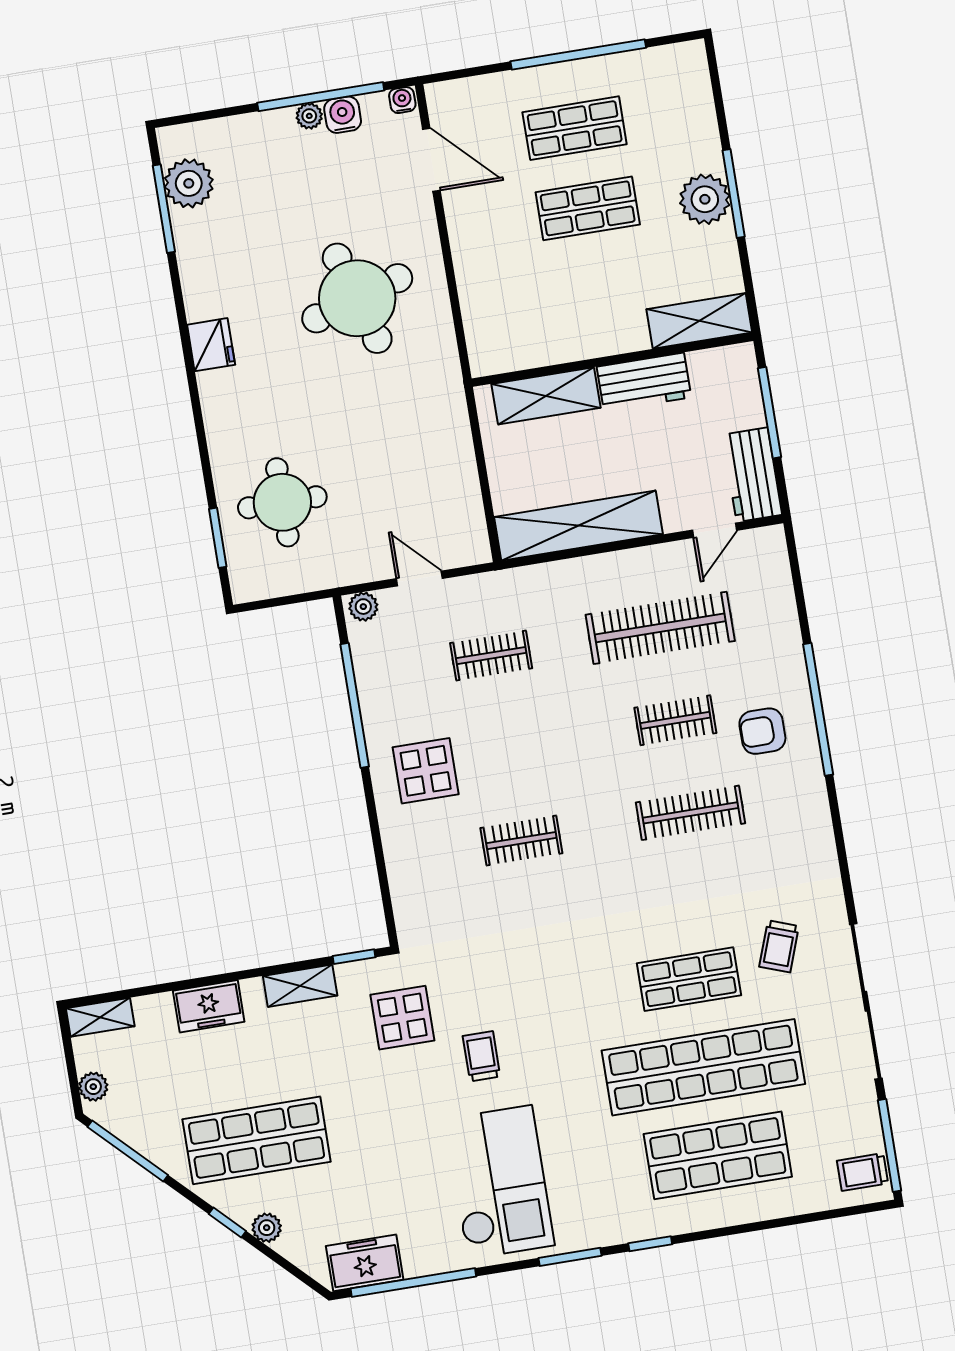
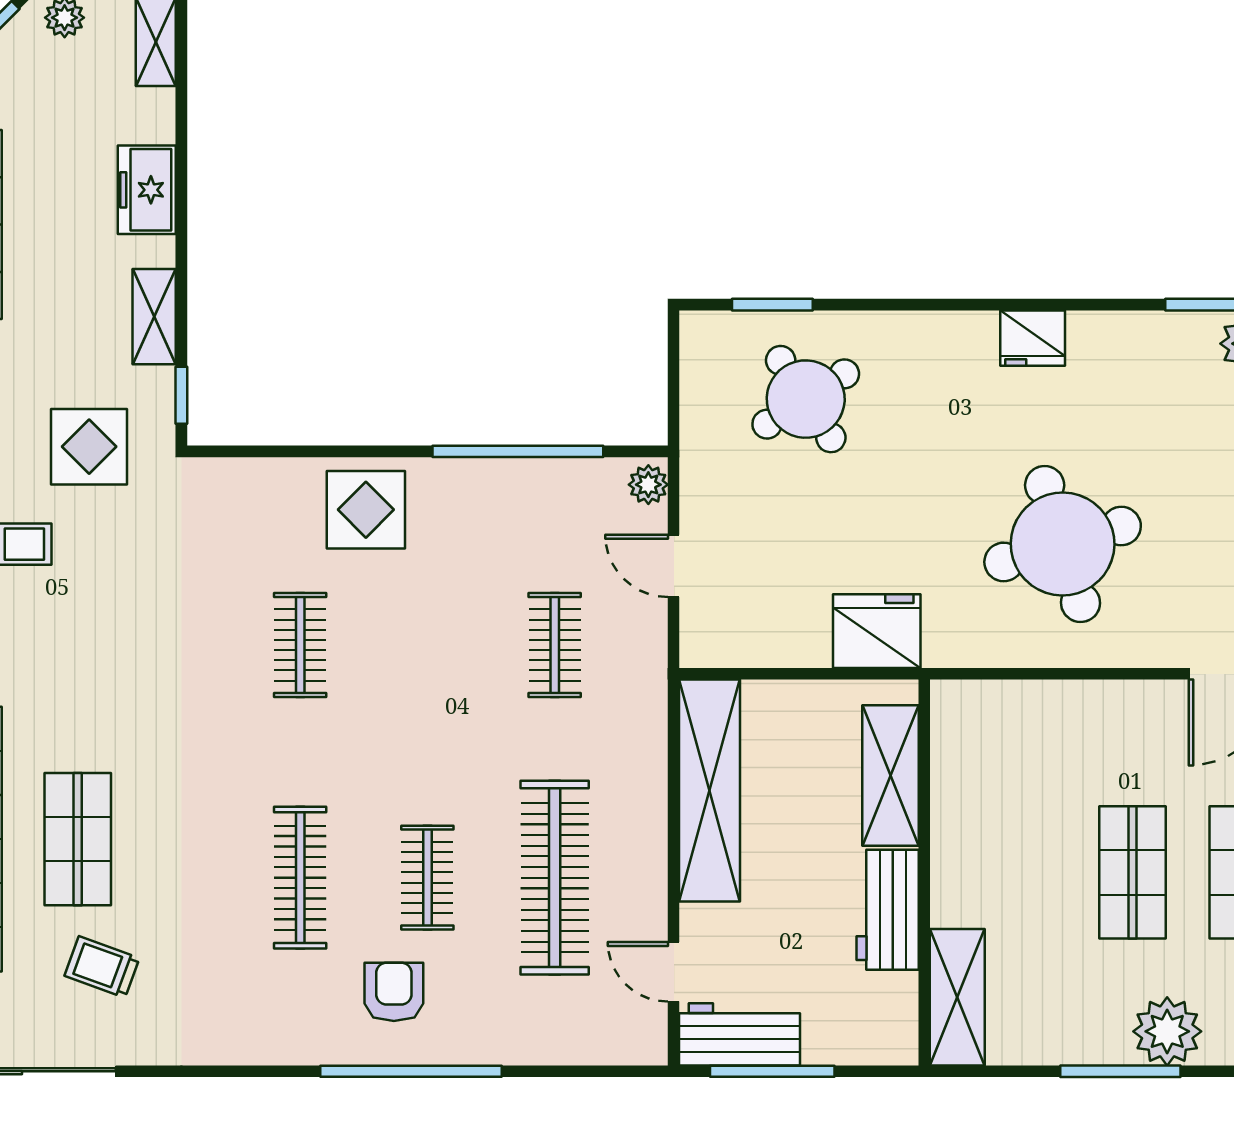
plant: (705, 199) -> (1167, 1031), moved
window: (770, 413) -> (772, 1071), moved
fridge: (443, 423) -> (877, 631), added
round table: (282, 502) -> (806, 399), turned -33
door: (419, 579) -> (674, 566), swing flipped
display table: (426, 771) -> (366, 510), moved

